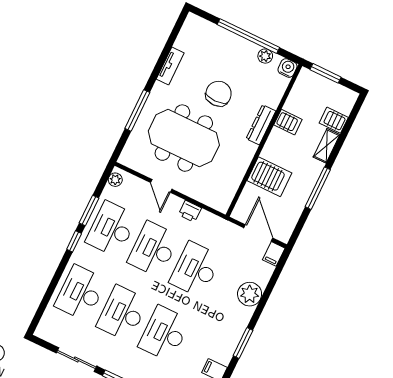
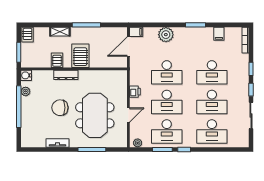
server rack: (334, 120) -> (27, 35), moved
server rack: (269, 177) -> (80, 56), moved

